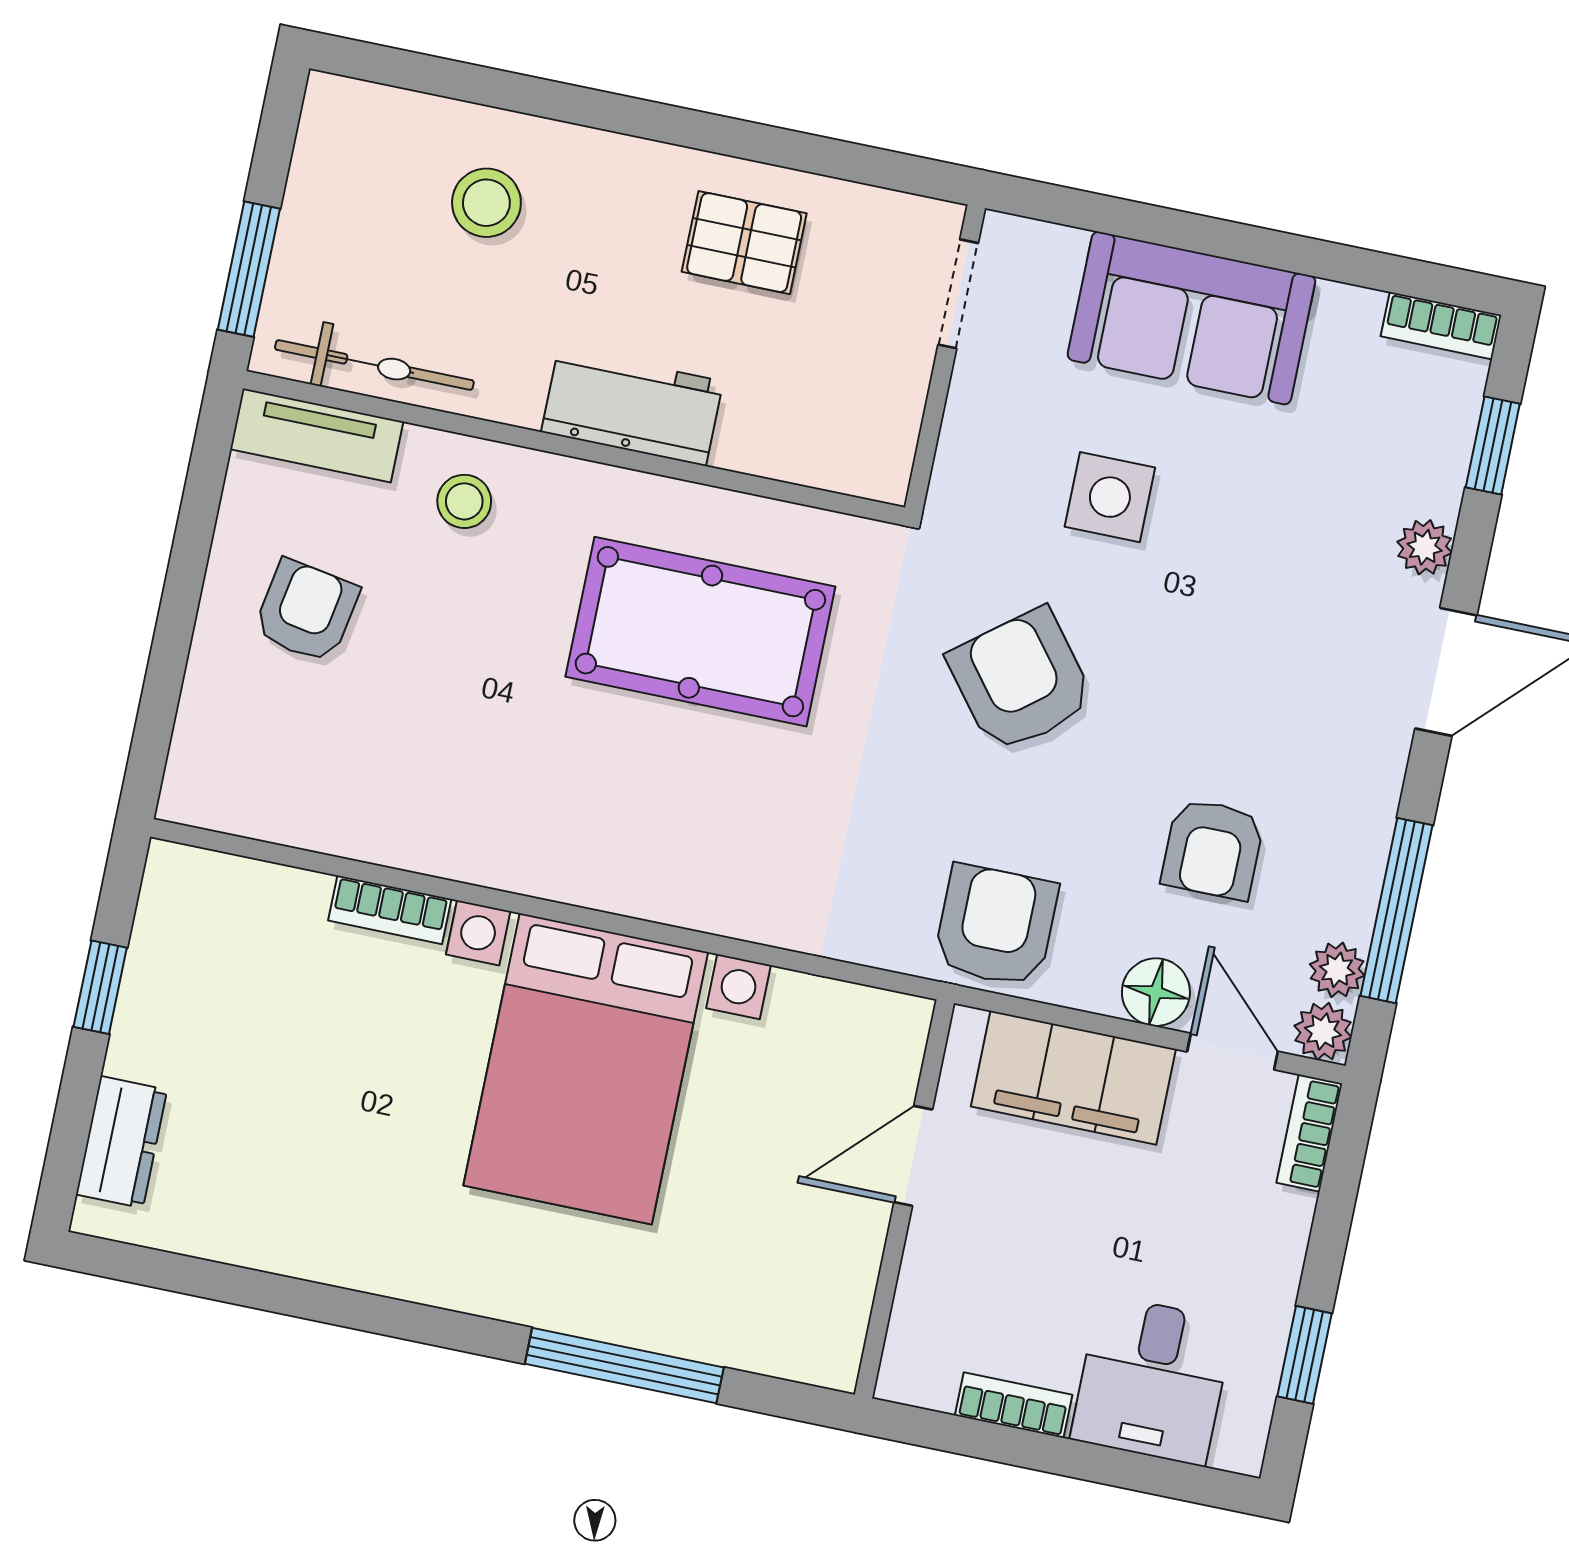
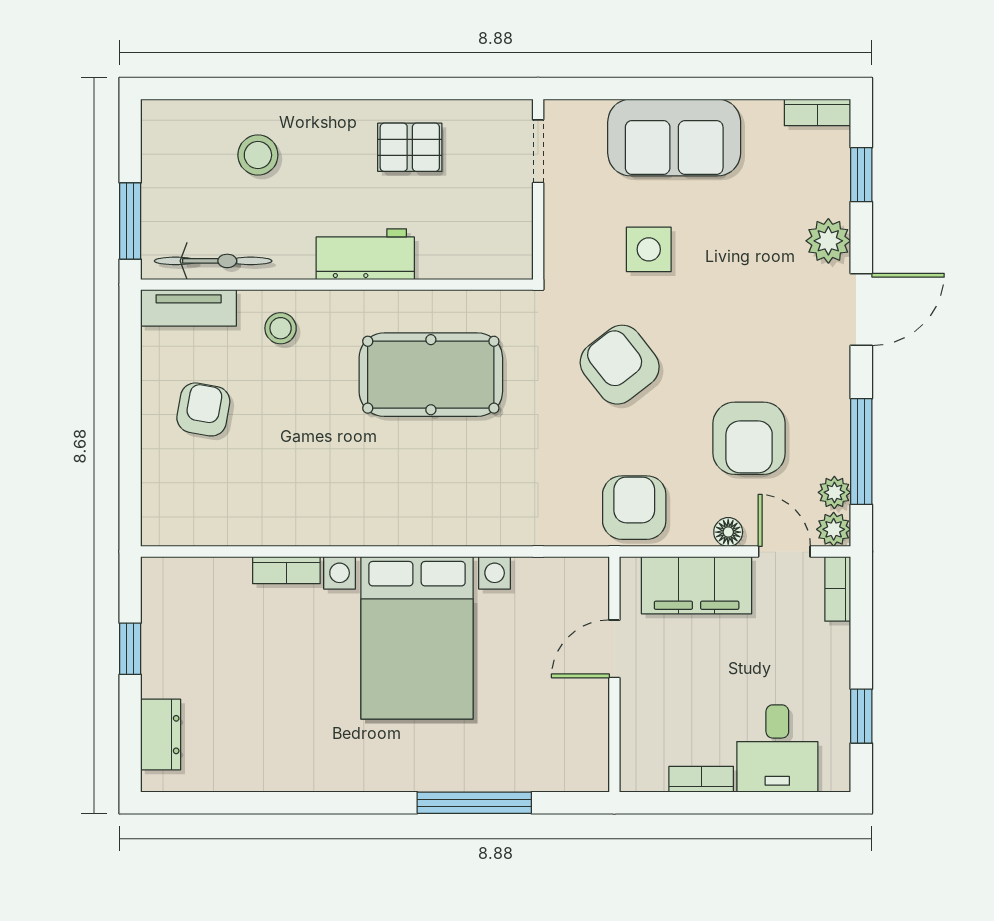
plant: (1425, 547) -> (828, 241), width x1.38, depth x1.38
armchair: (1213, 849) -> (749, 438), width x1.38, depth x1.38
floor lamp: (1156, 992) -> (728, 532), width x0.73, depth x0.73

